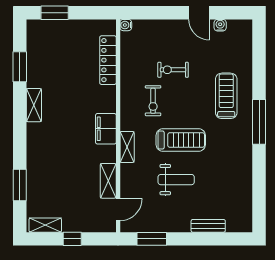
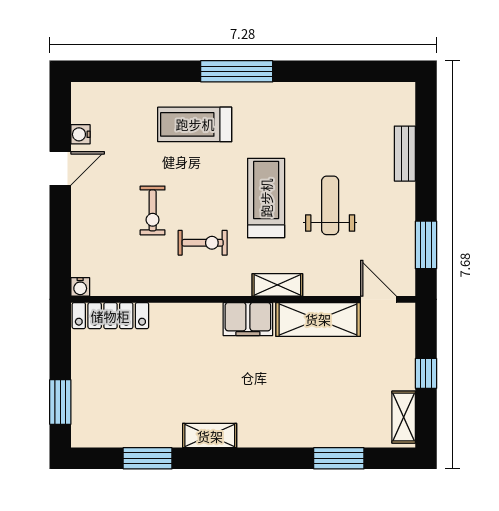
locker: (108, 60) -> (110, 316), moved
shelving: (108, 181) -> (318, 319), width x1.50, depth x1.33

